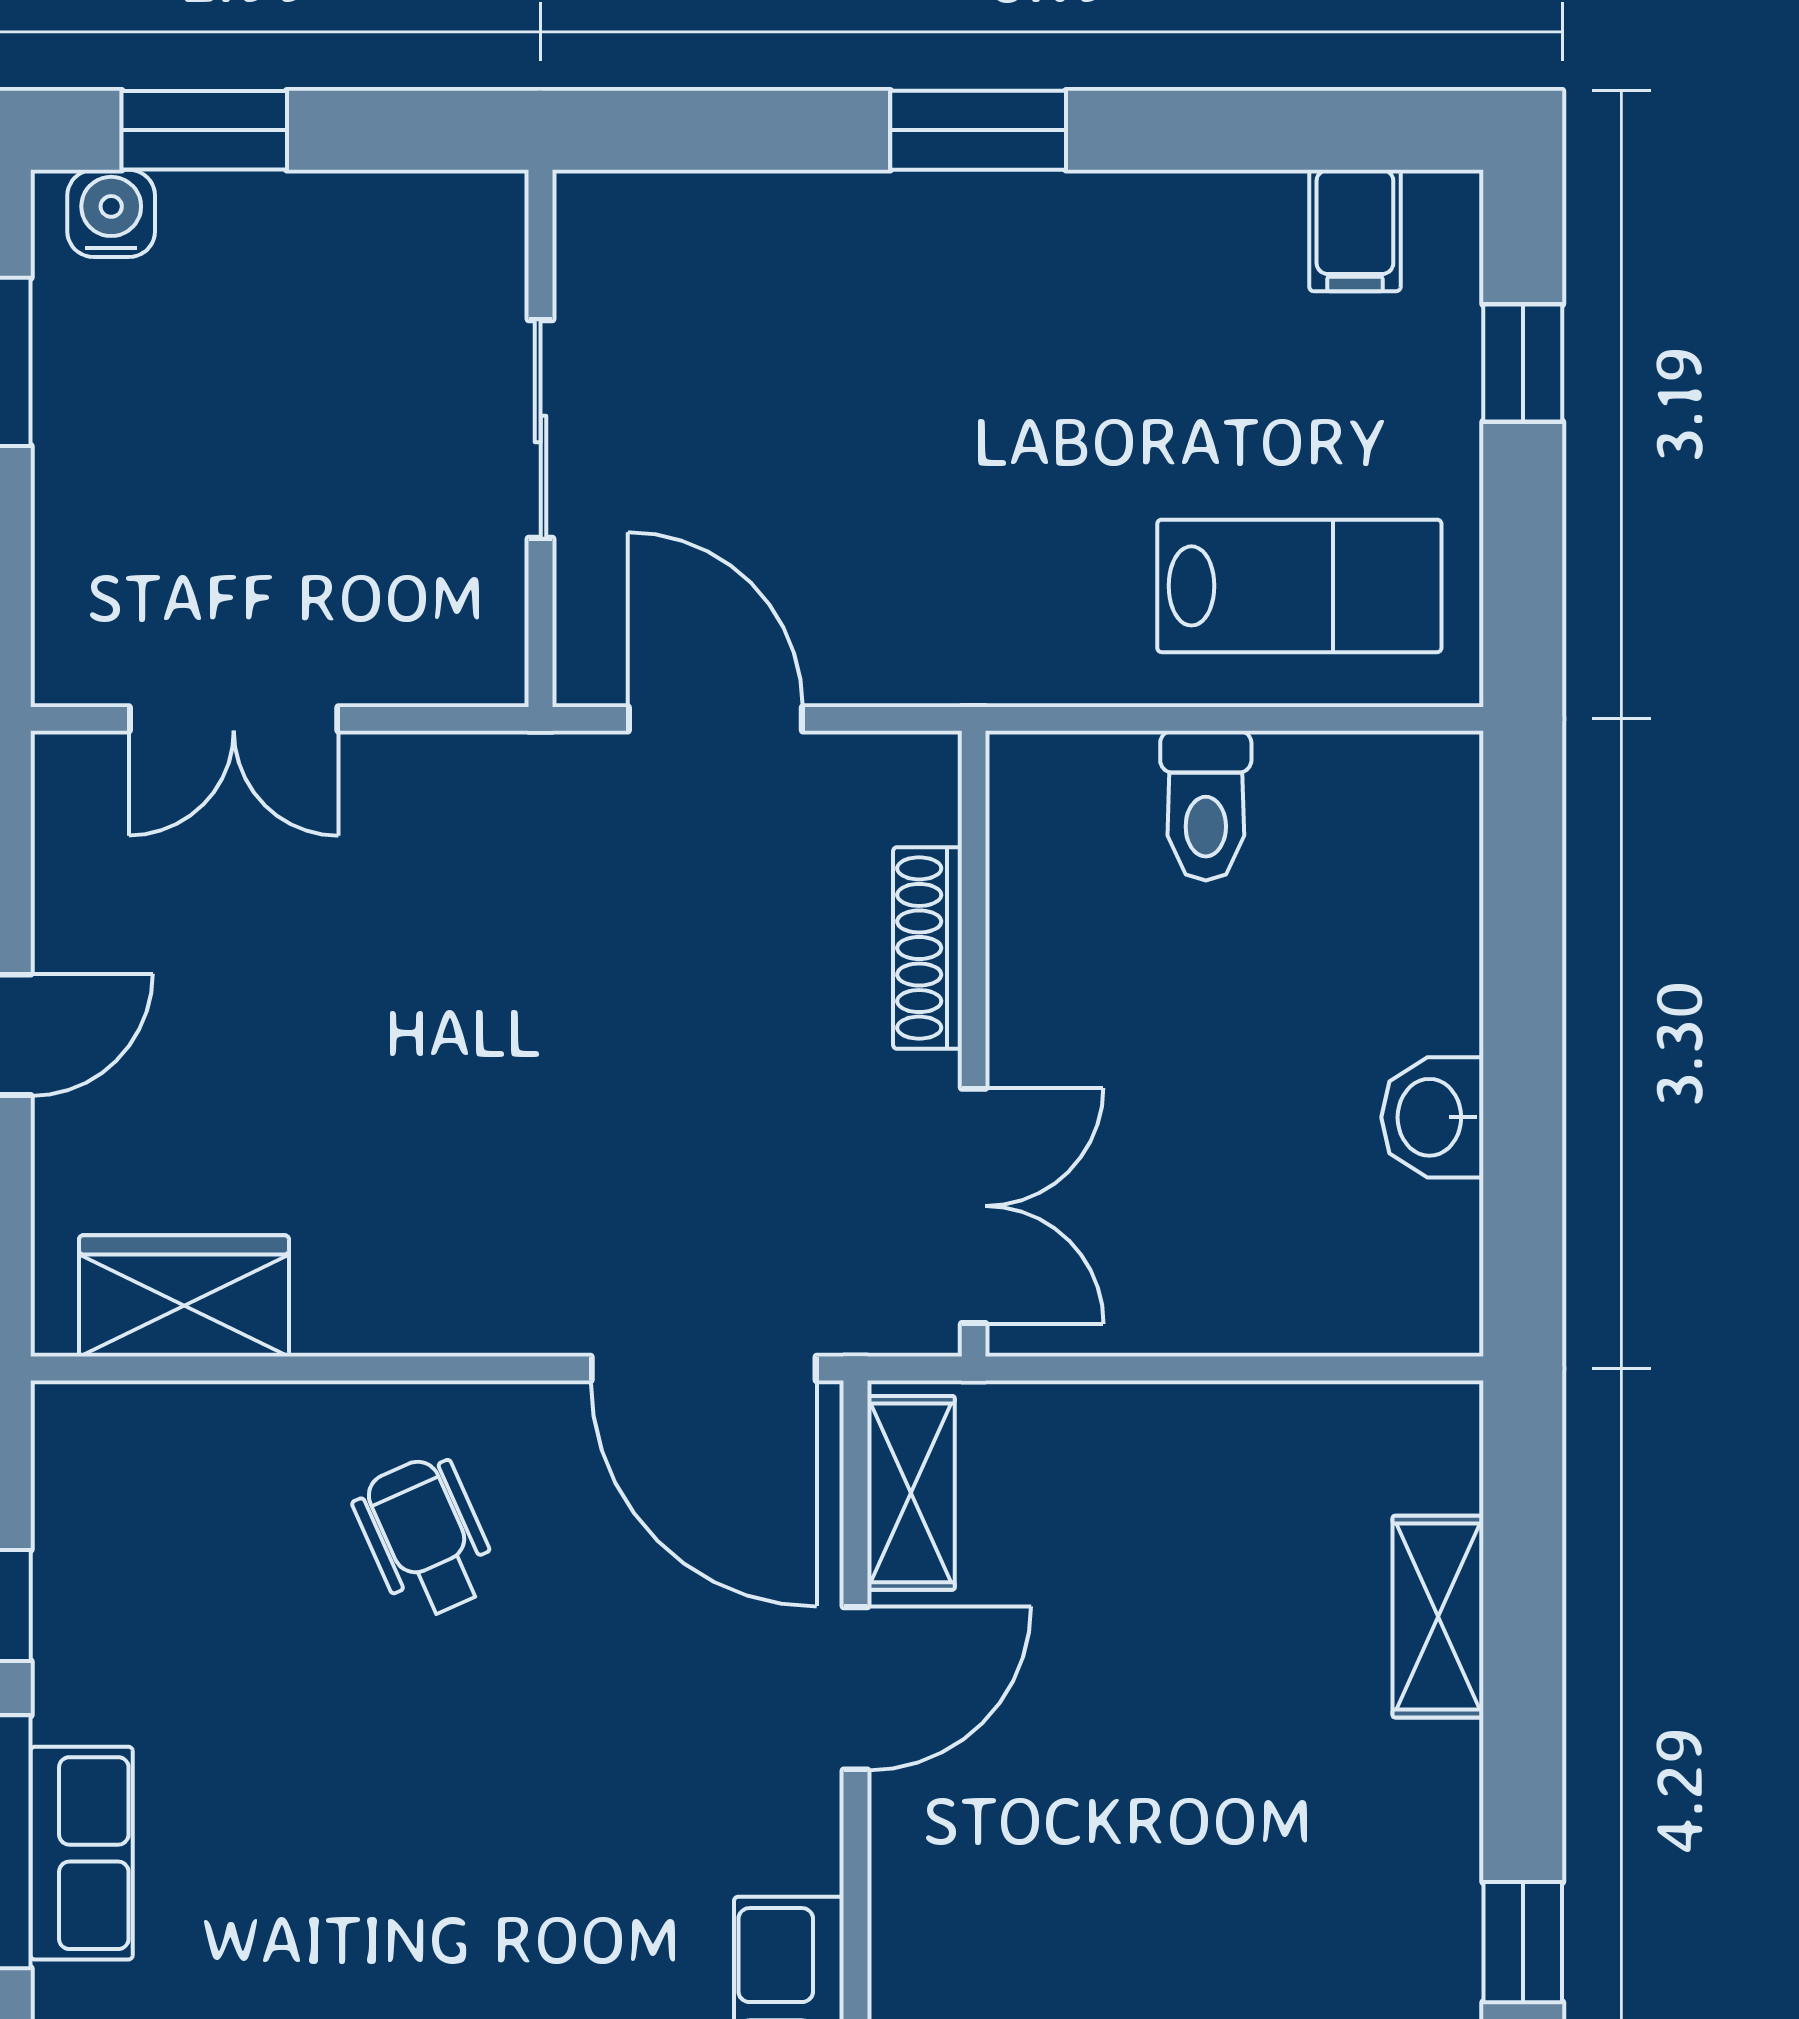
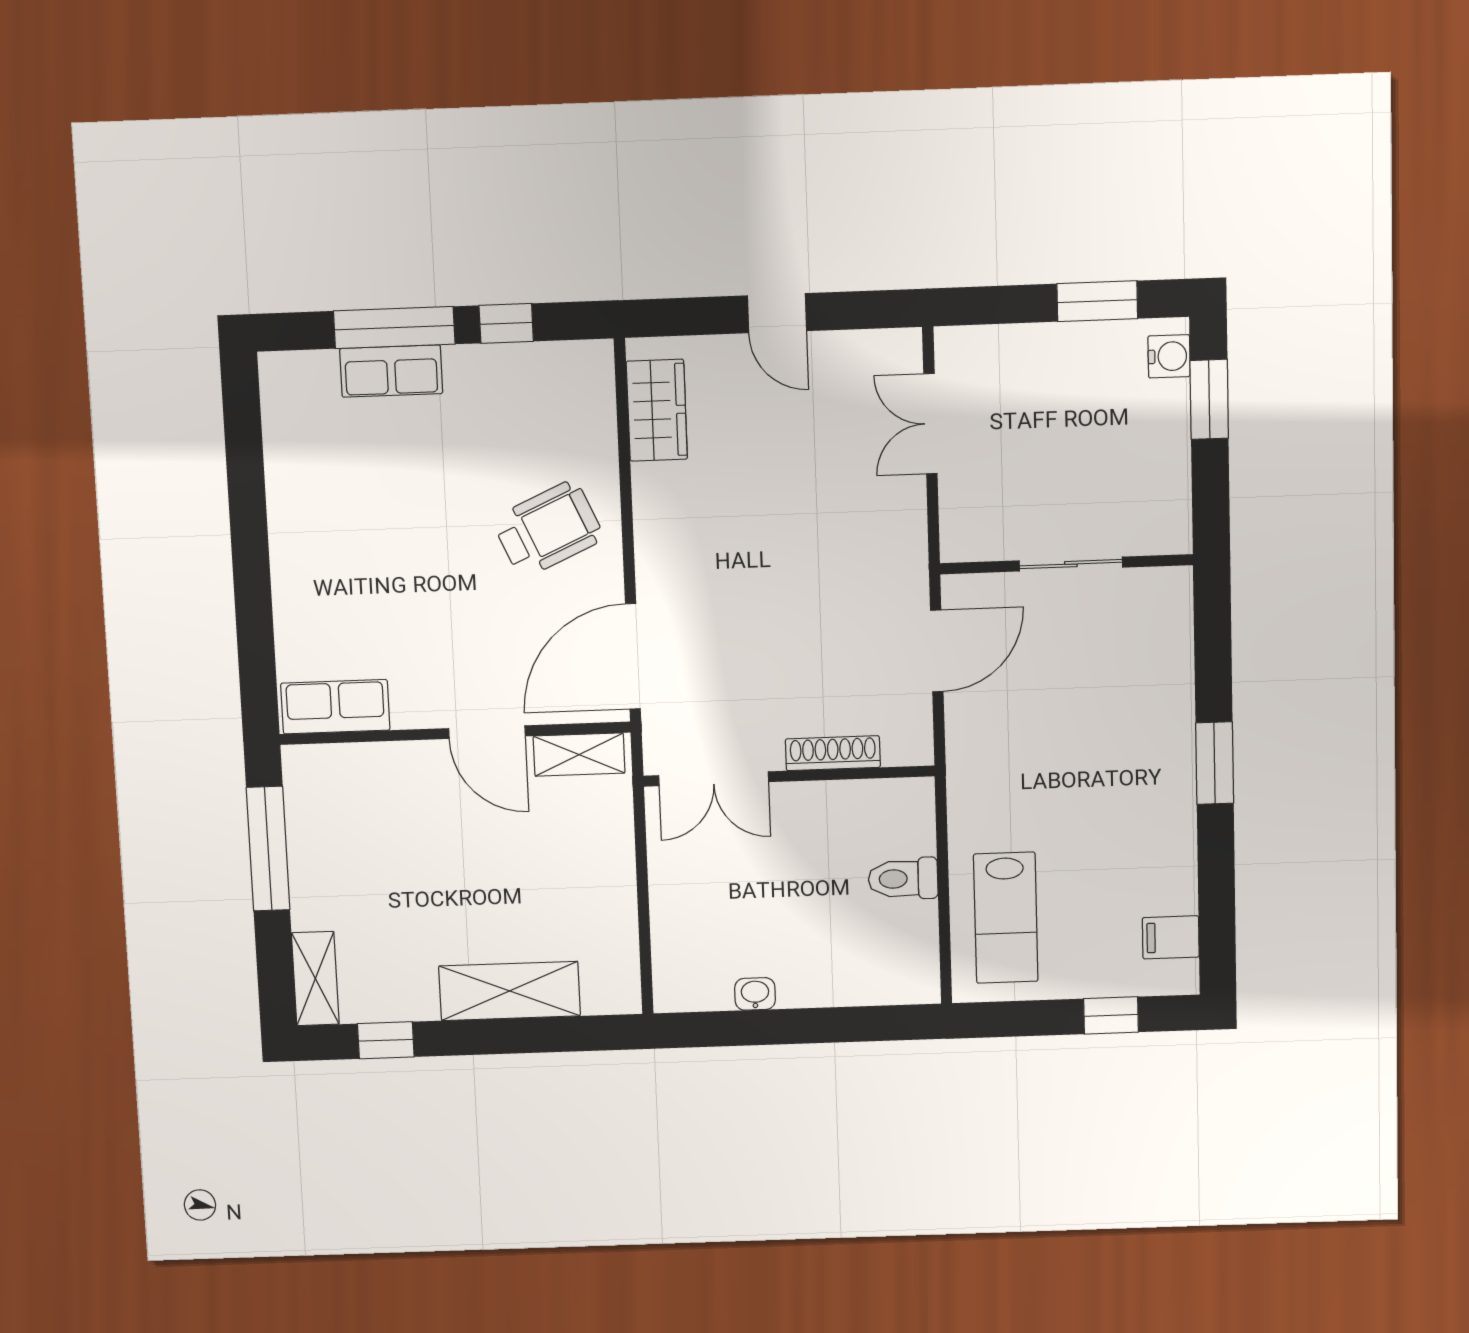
washbasin: (1432, 1117) -> (755, 994), width x0.72, depth x0.69
wheelchair: (426, 1537) -> (548, 529), width x1.36, depth x1.37
shelving: (1438, 1617) -> (510, 991), width x1.50, depth x1.33

